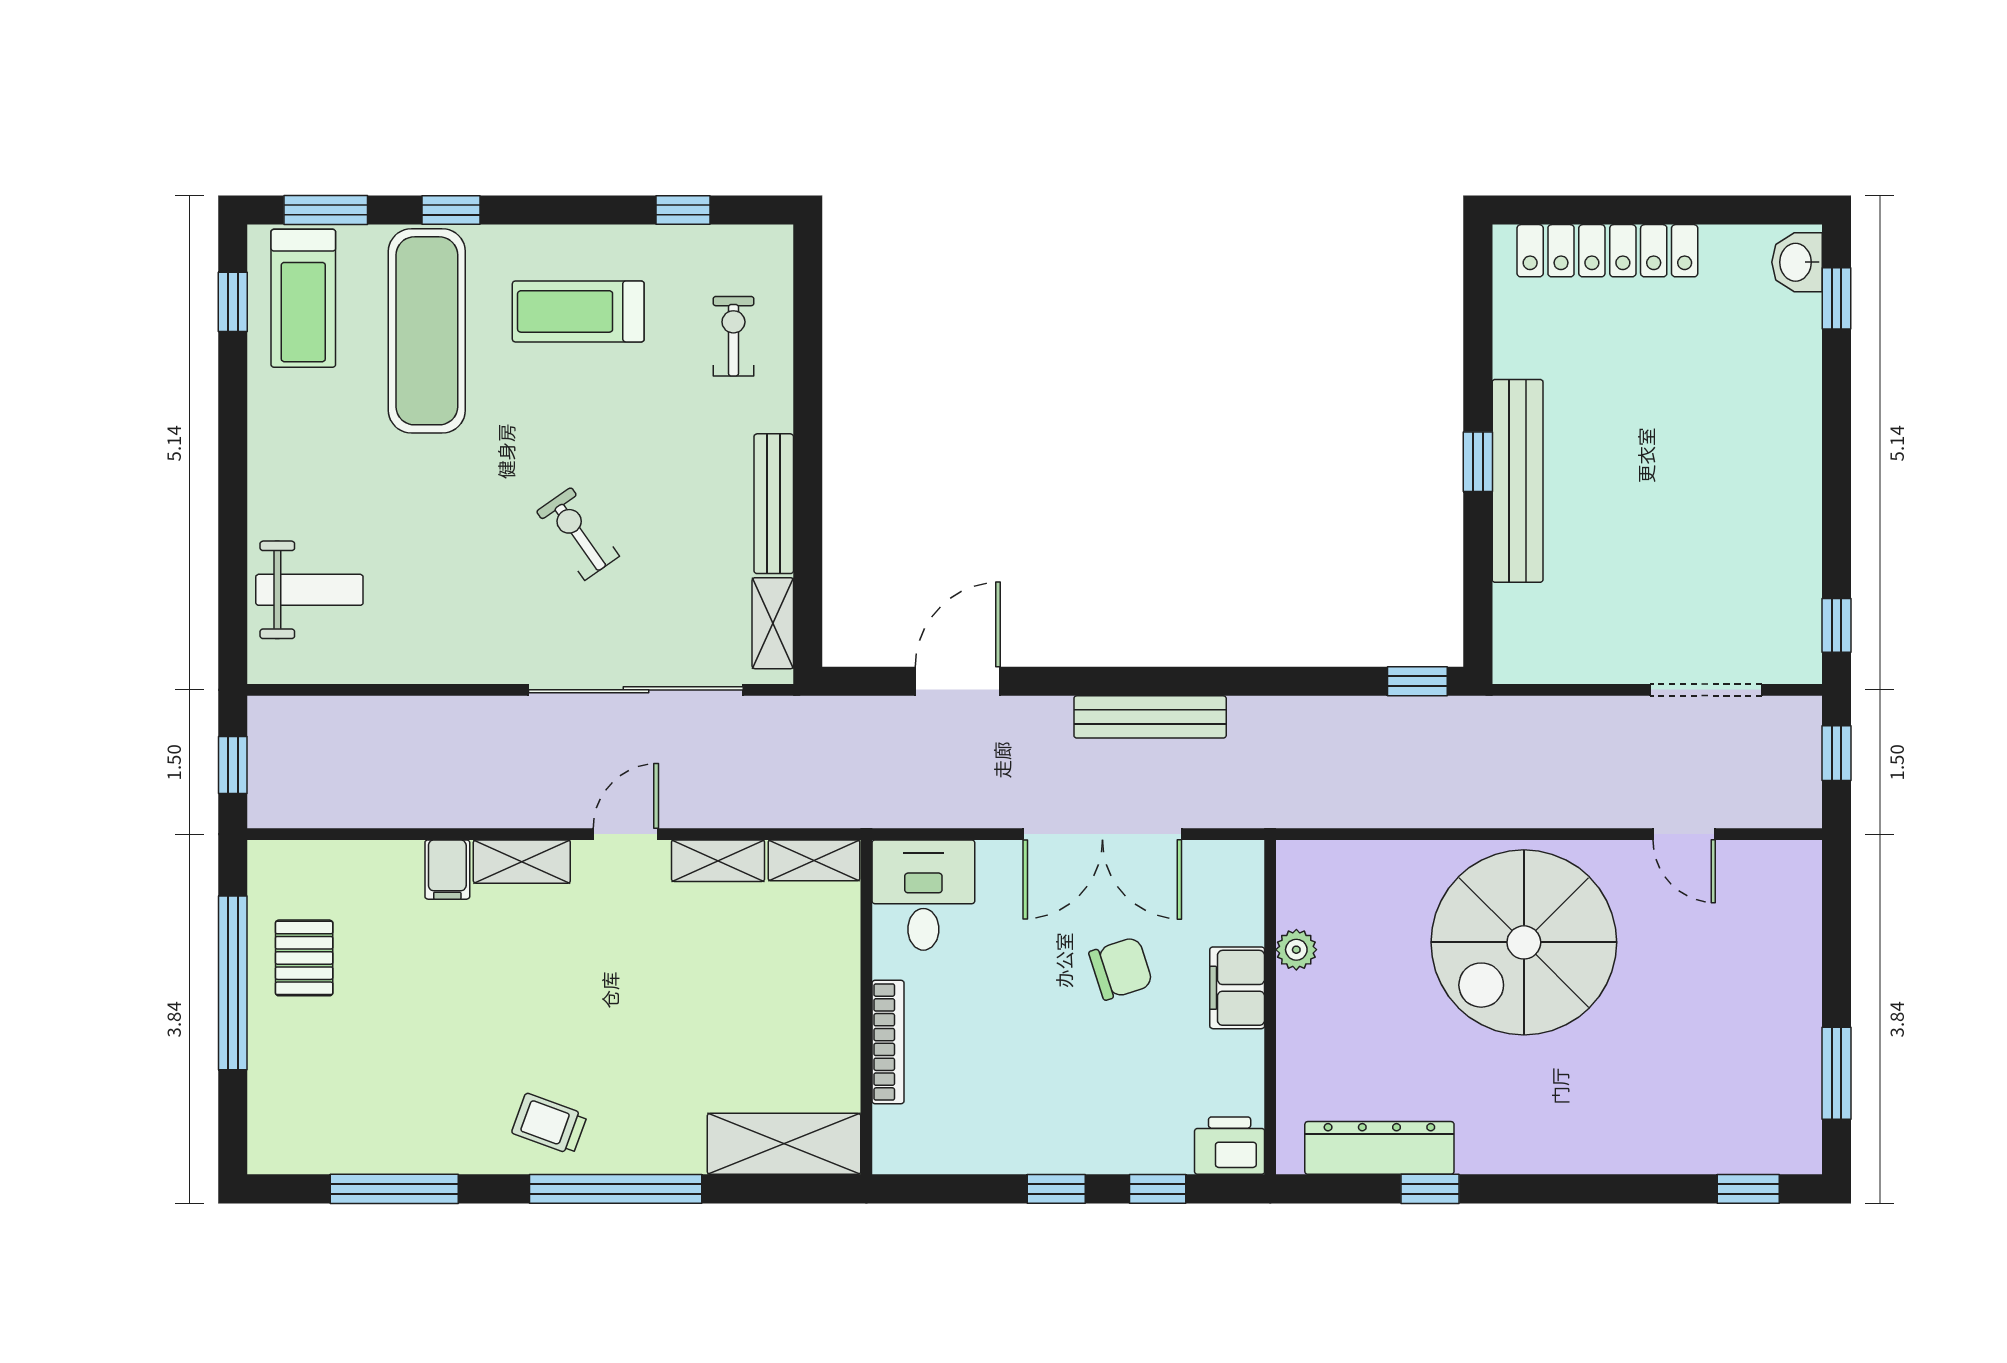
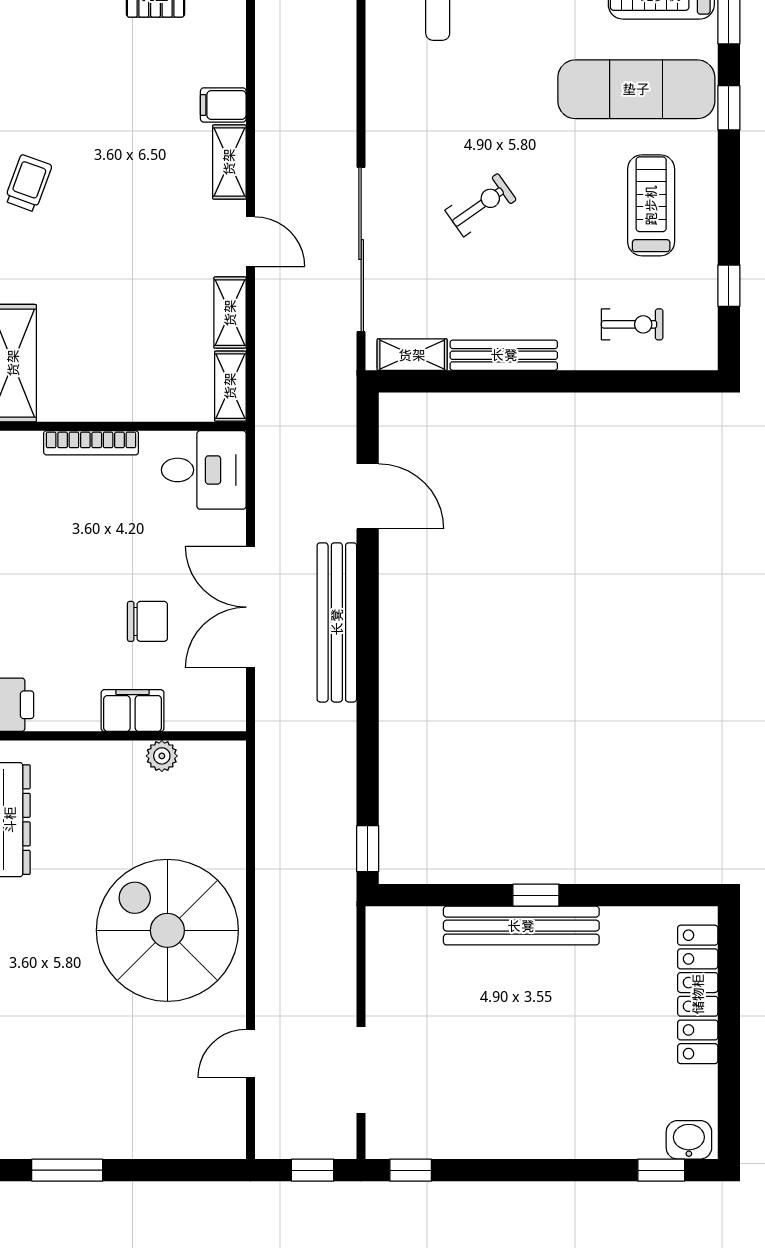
bench: (1150, 717) -> (337, 622), width x1.37, depth x1.21
chair: (1121, 968) -> (147, 621), turned -72

